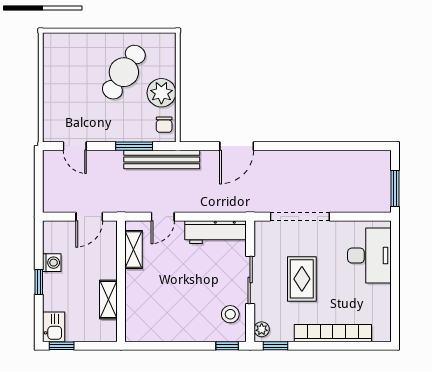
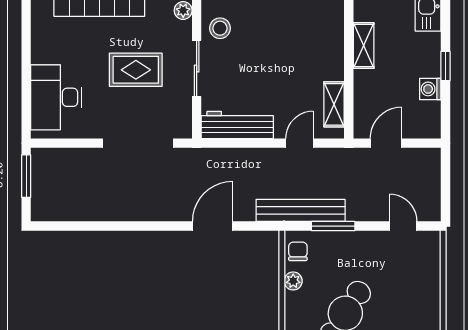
plant: (161, 93) -> (293, 281), width x0.53, depth x0.53
rug: (302, 279) -> (136, 70), turned 90

